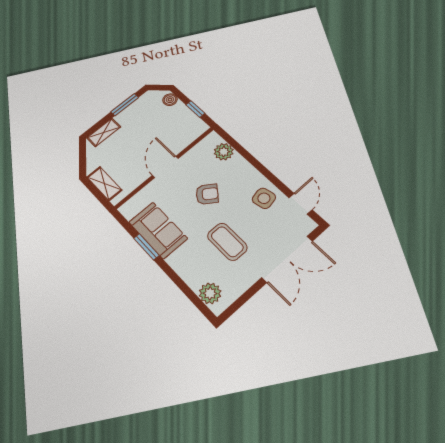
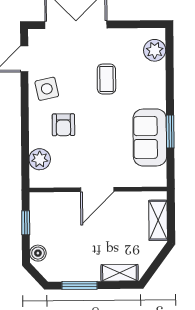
armchair: (207, 194) -> (63, 125), moved, turned -127
coffee table: (227, 242) -> (106, 79), width x0.73, depth x0.77

